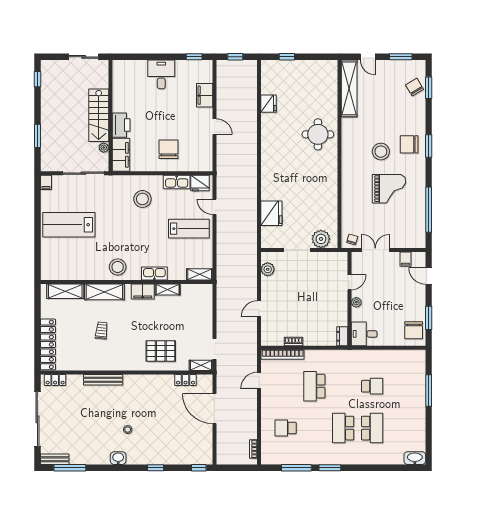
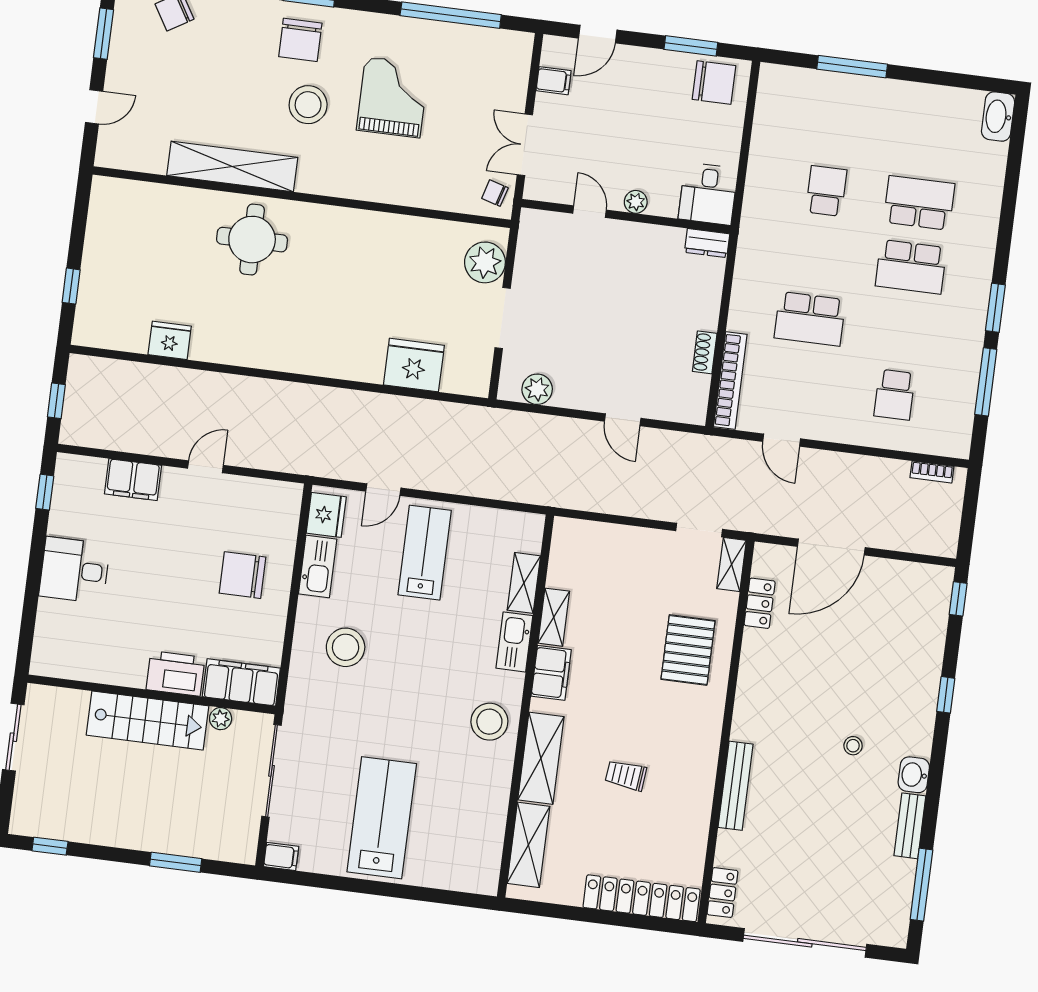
shelving: (349, 88) -> (232, 166), moved
lab bench: (69, 225) -> (382, 818), turned 180
shelving: (200, 274) -> (524, 583), moved
bench: (55, 459) -> (910, 826), moved

